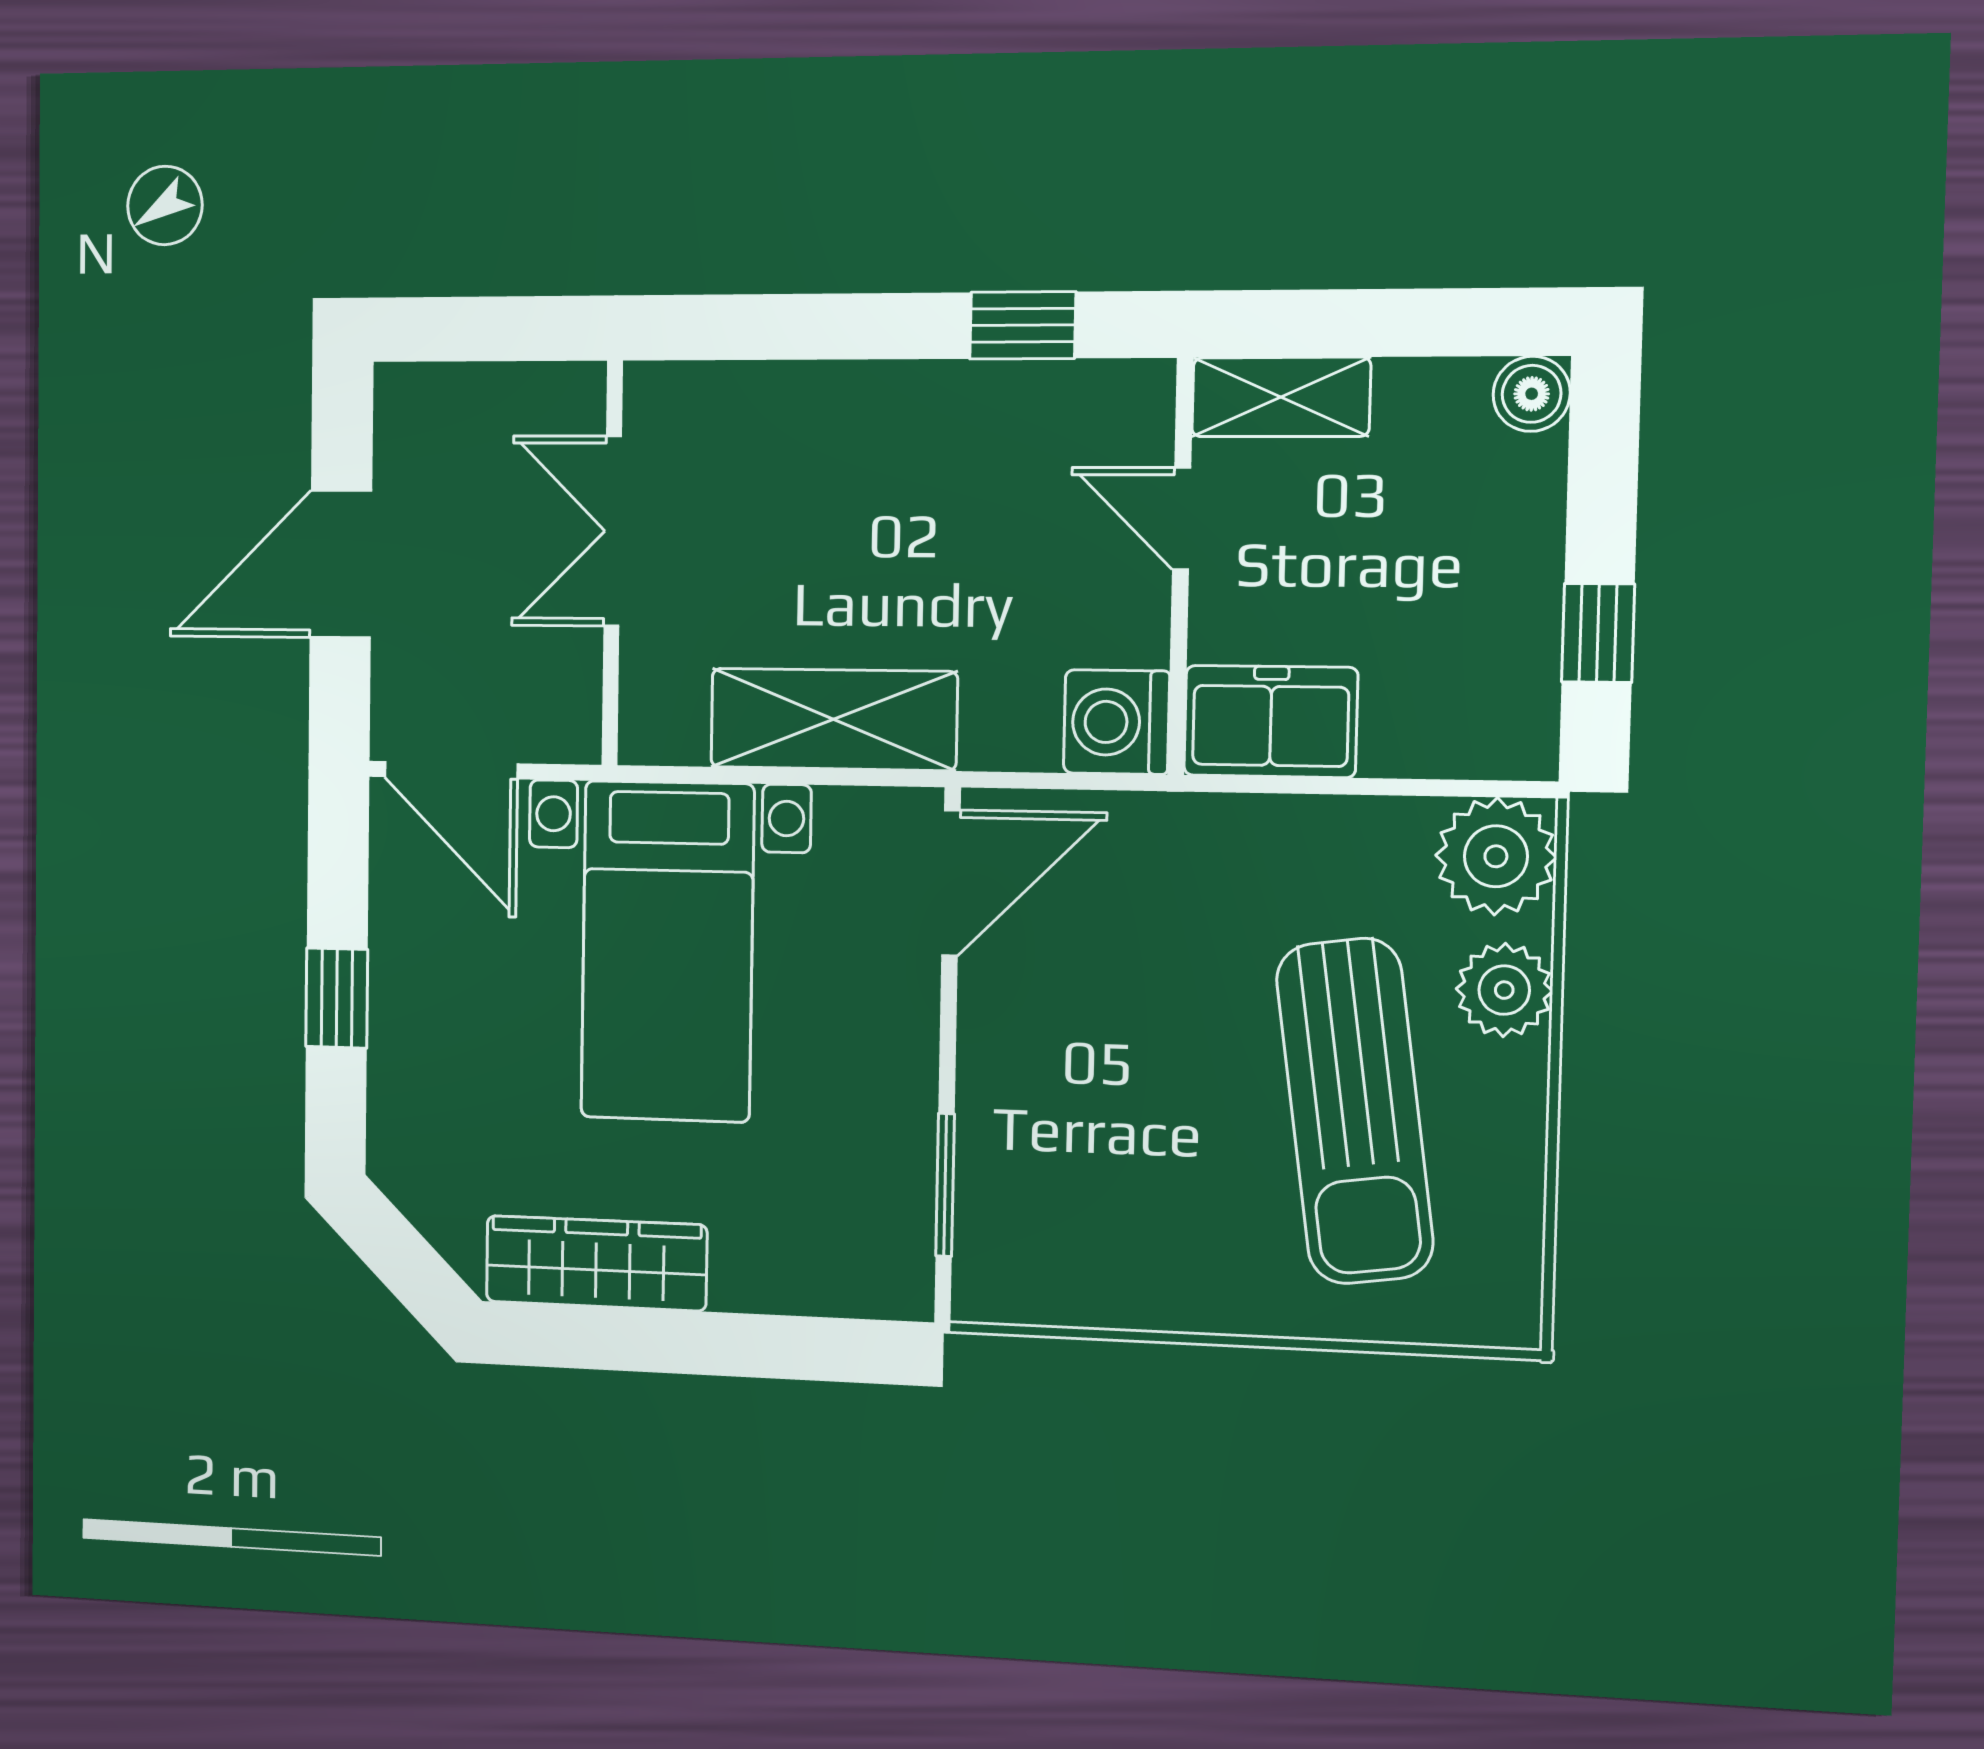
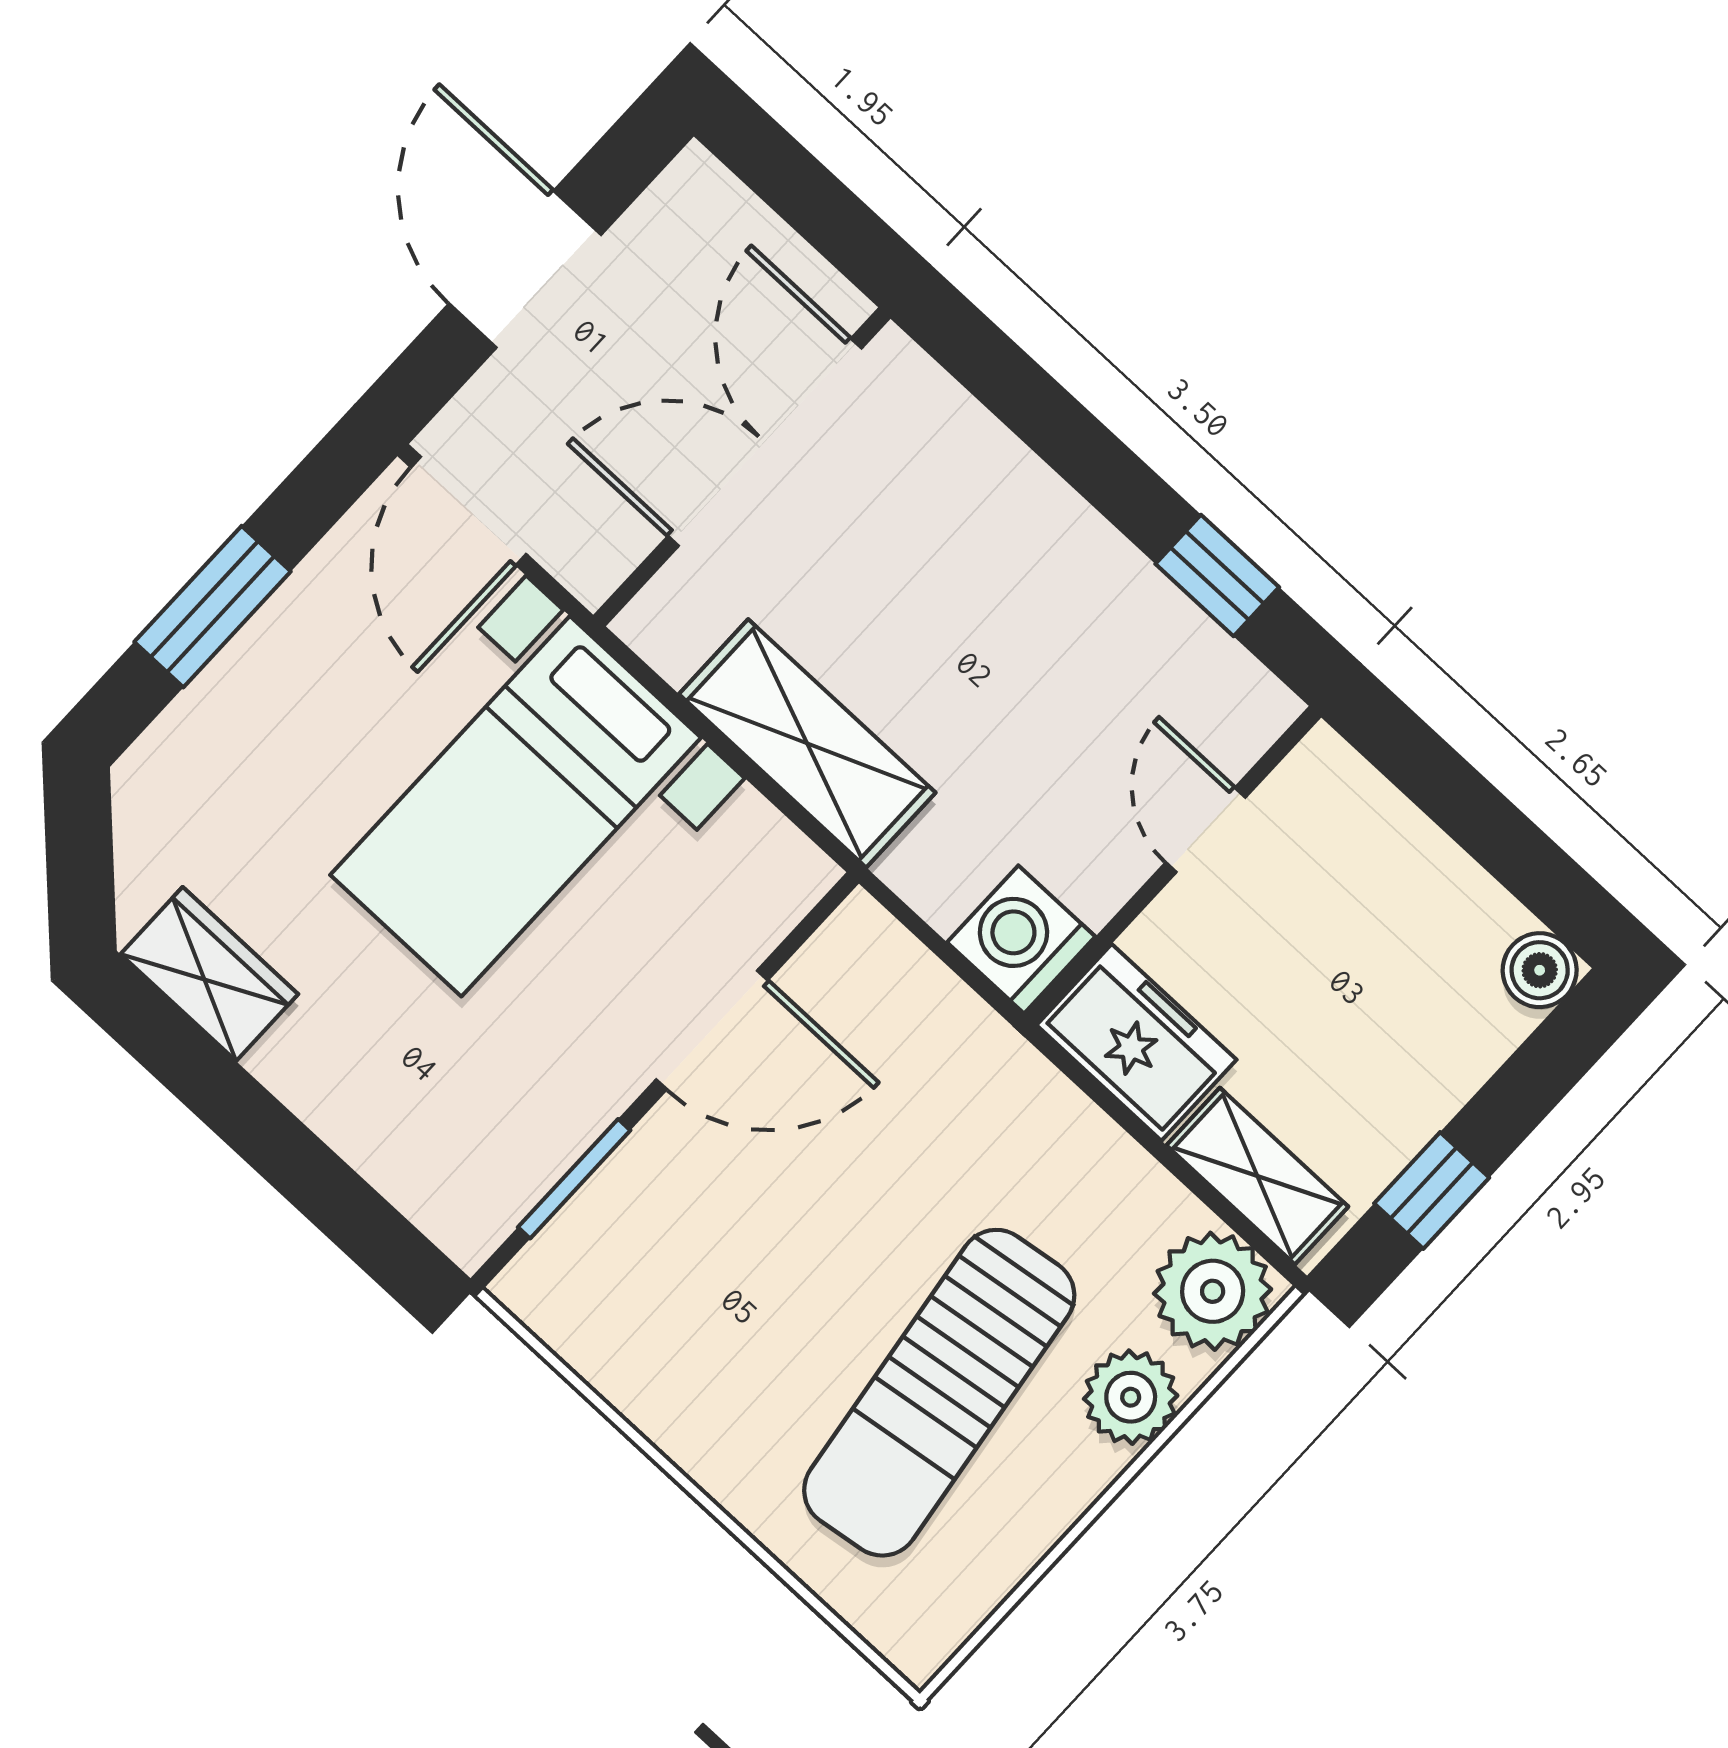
shelving: (1281, 397) -> (1257, 1176), moved
double door: (613, 531) -> (765, 442), width x1.37
door: (341, 564) -> (525, 269), hinge flipped
door: (951, 883) -> (712, 1030), moved
window: (337, 998) -> (212, 607), width x1.50
wardrobe: (596, 1263) -> (209, 974), width x0.67

